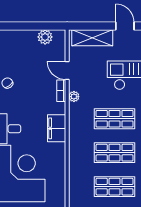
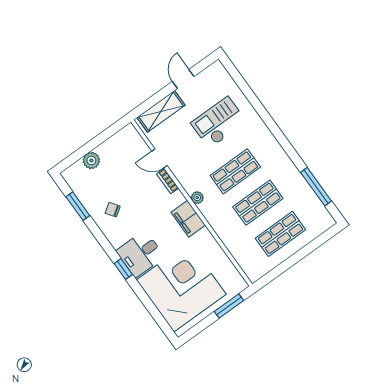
door: (125, 26) -> (183, 79), hinge flipped
plant: (45, 37) -> (91, 160), moved
plant: (74, 97) -> (197, 198), moved

